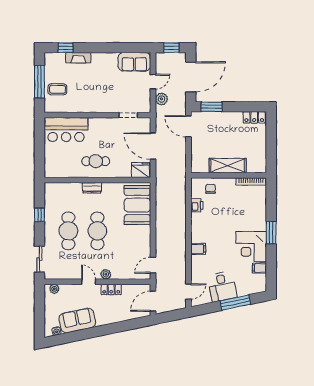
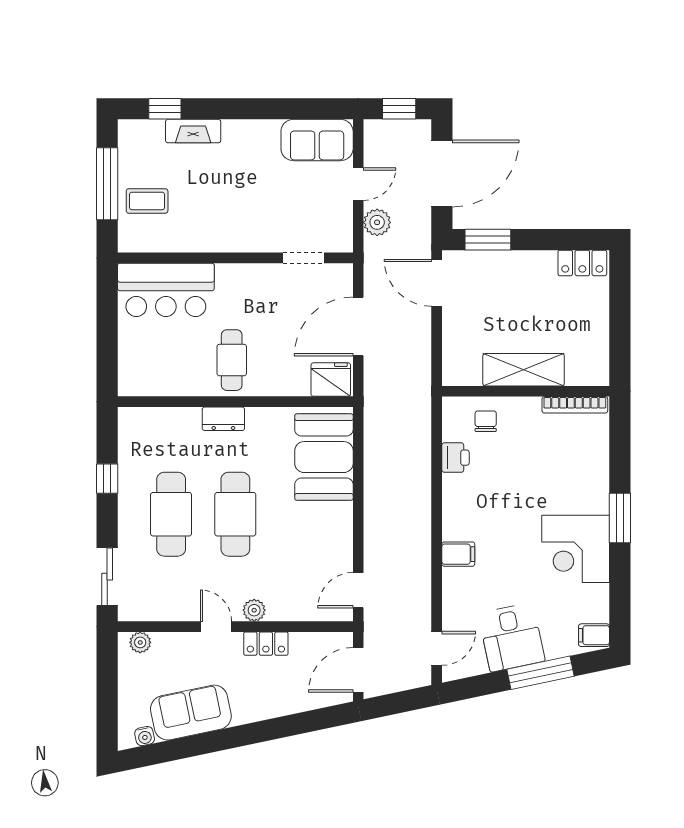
door: (153, 146) -> (358, 326), hinge flipped
cafe table: (96, 161) -> (232, 360), turned 90
filing cabinet: (259, 268) -> (594, 635), moved

